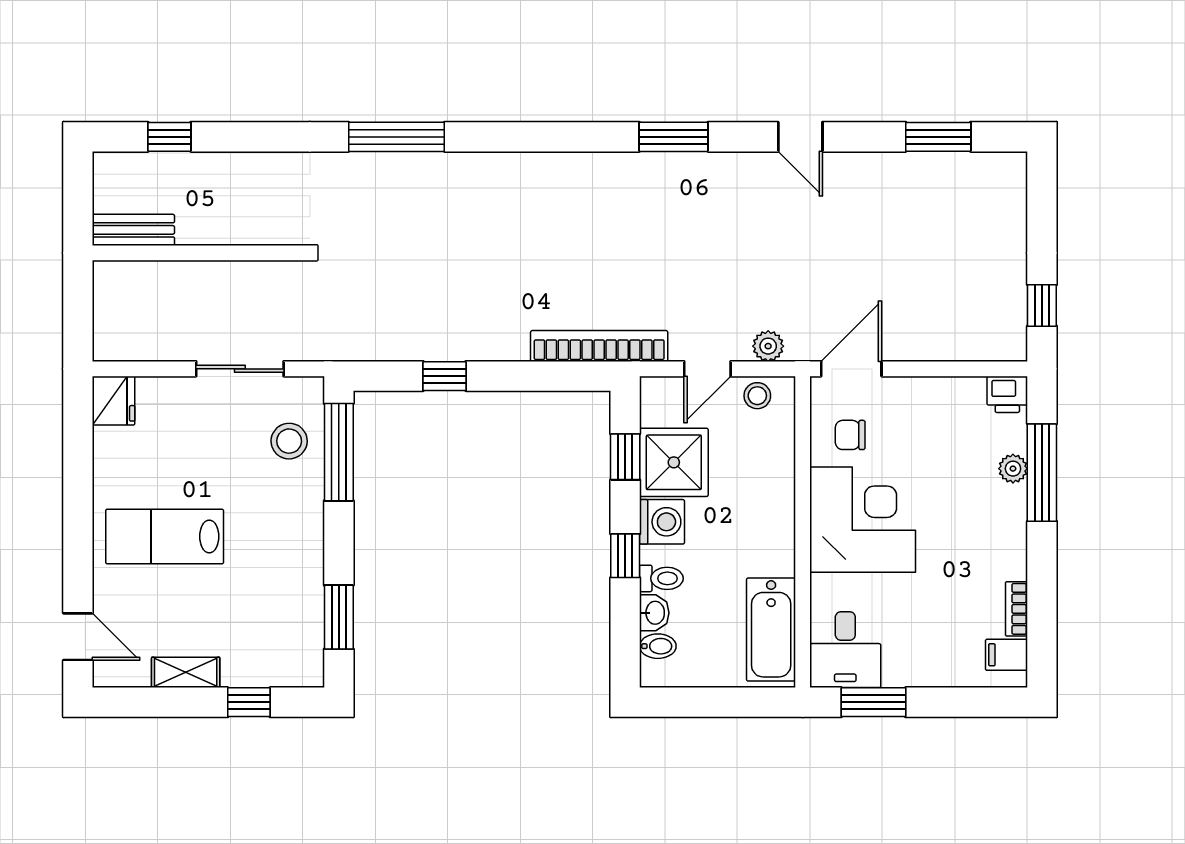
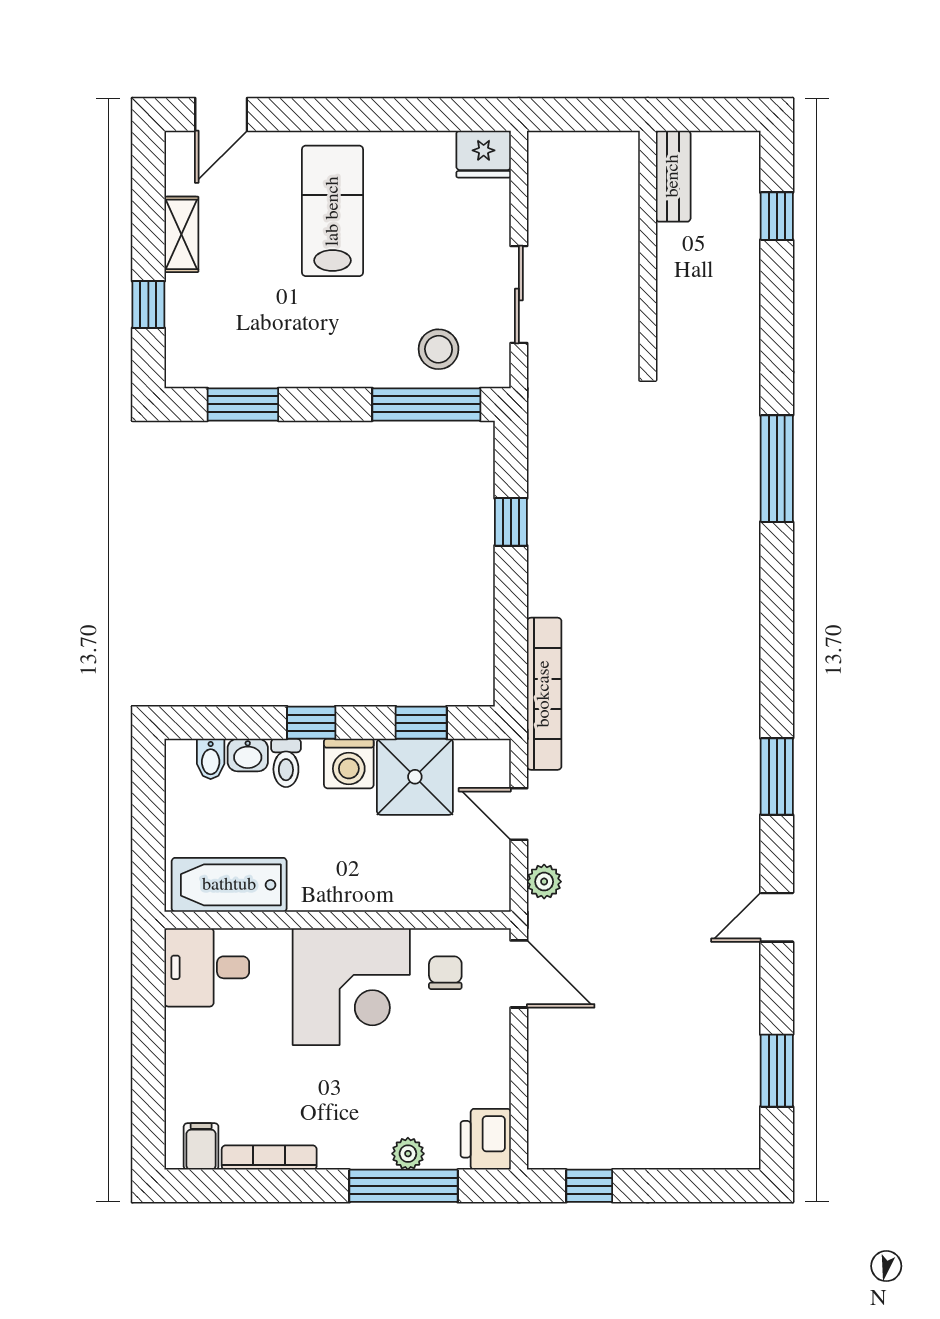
printer: (1007, 394) -> (486, 1139), width x1.36, depth x1.24
stool: (757, 396) -> (489, 870), removed
bookcase: (1016, 609) -> (269, 1158), width x1.56
window: (873, 702) -> (148, 999), removed

